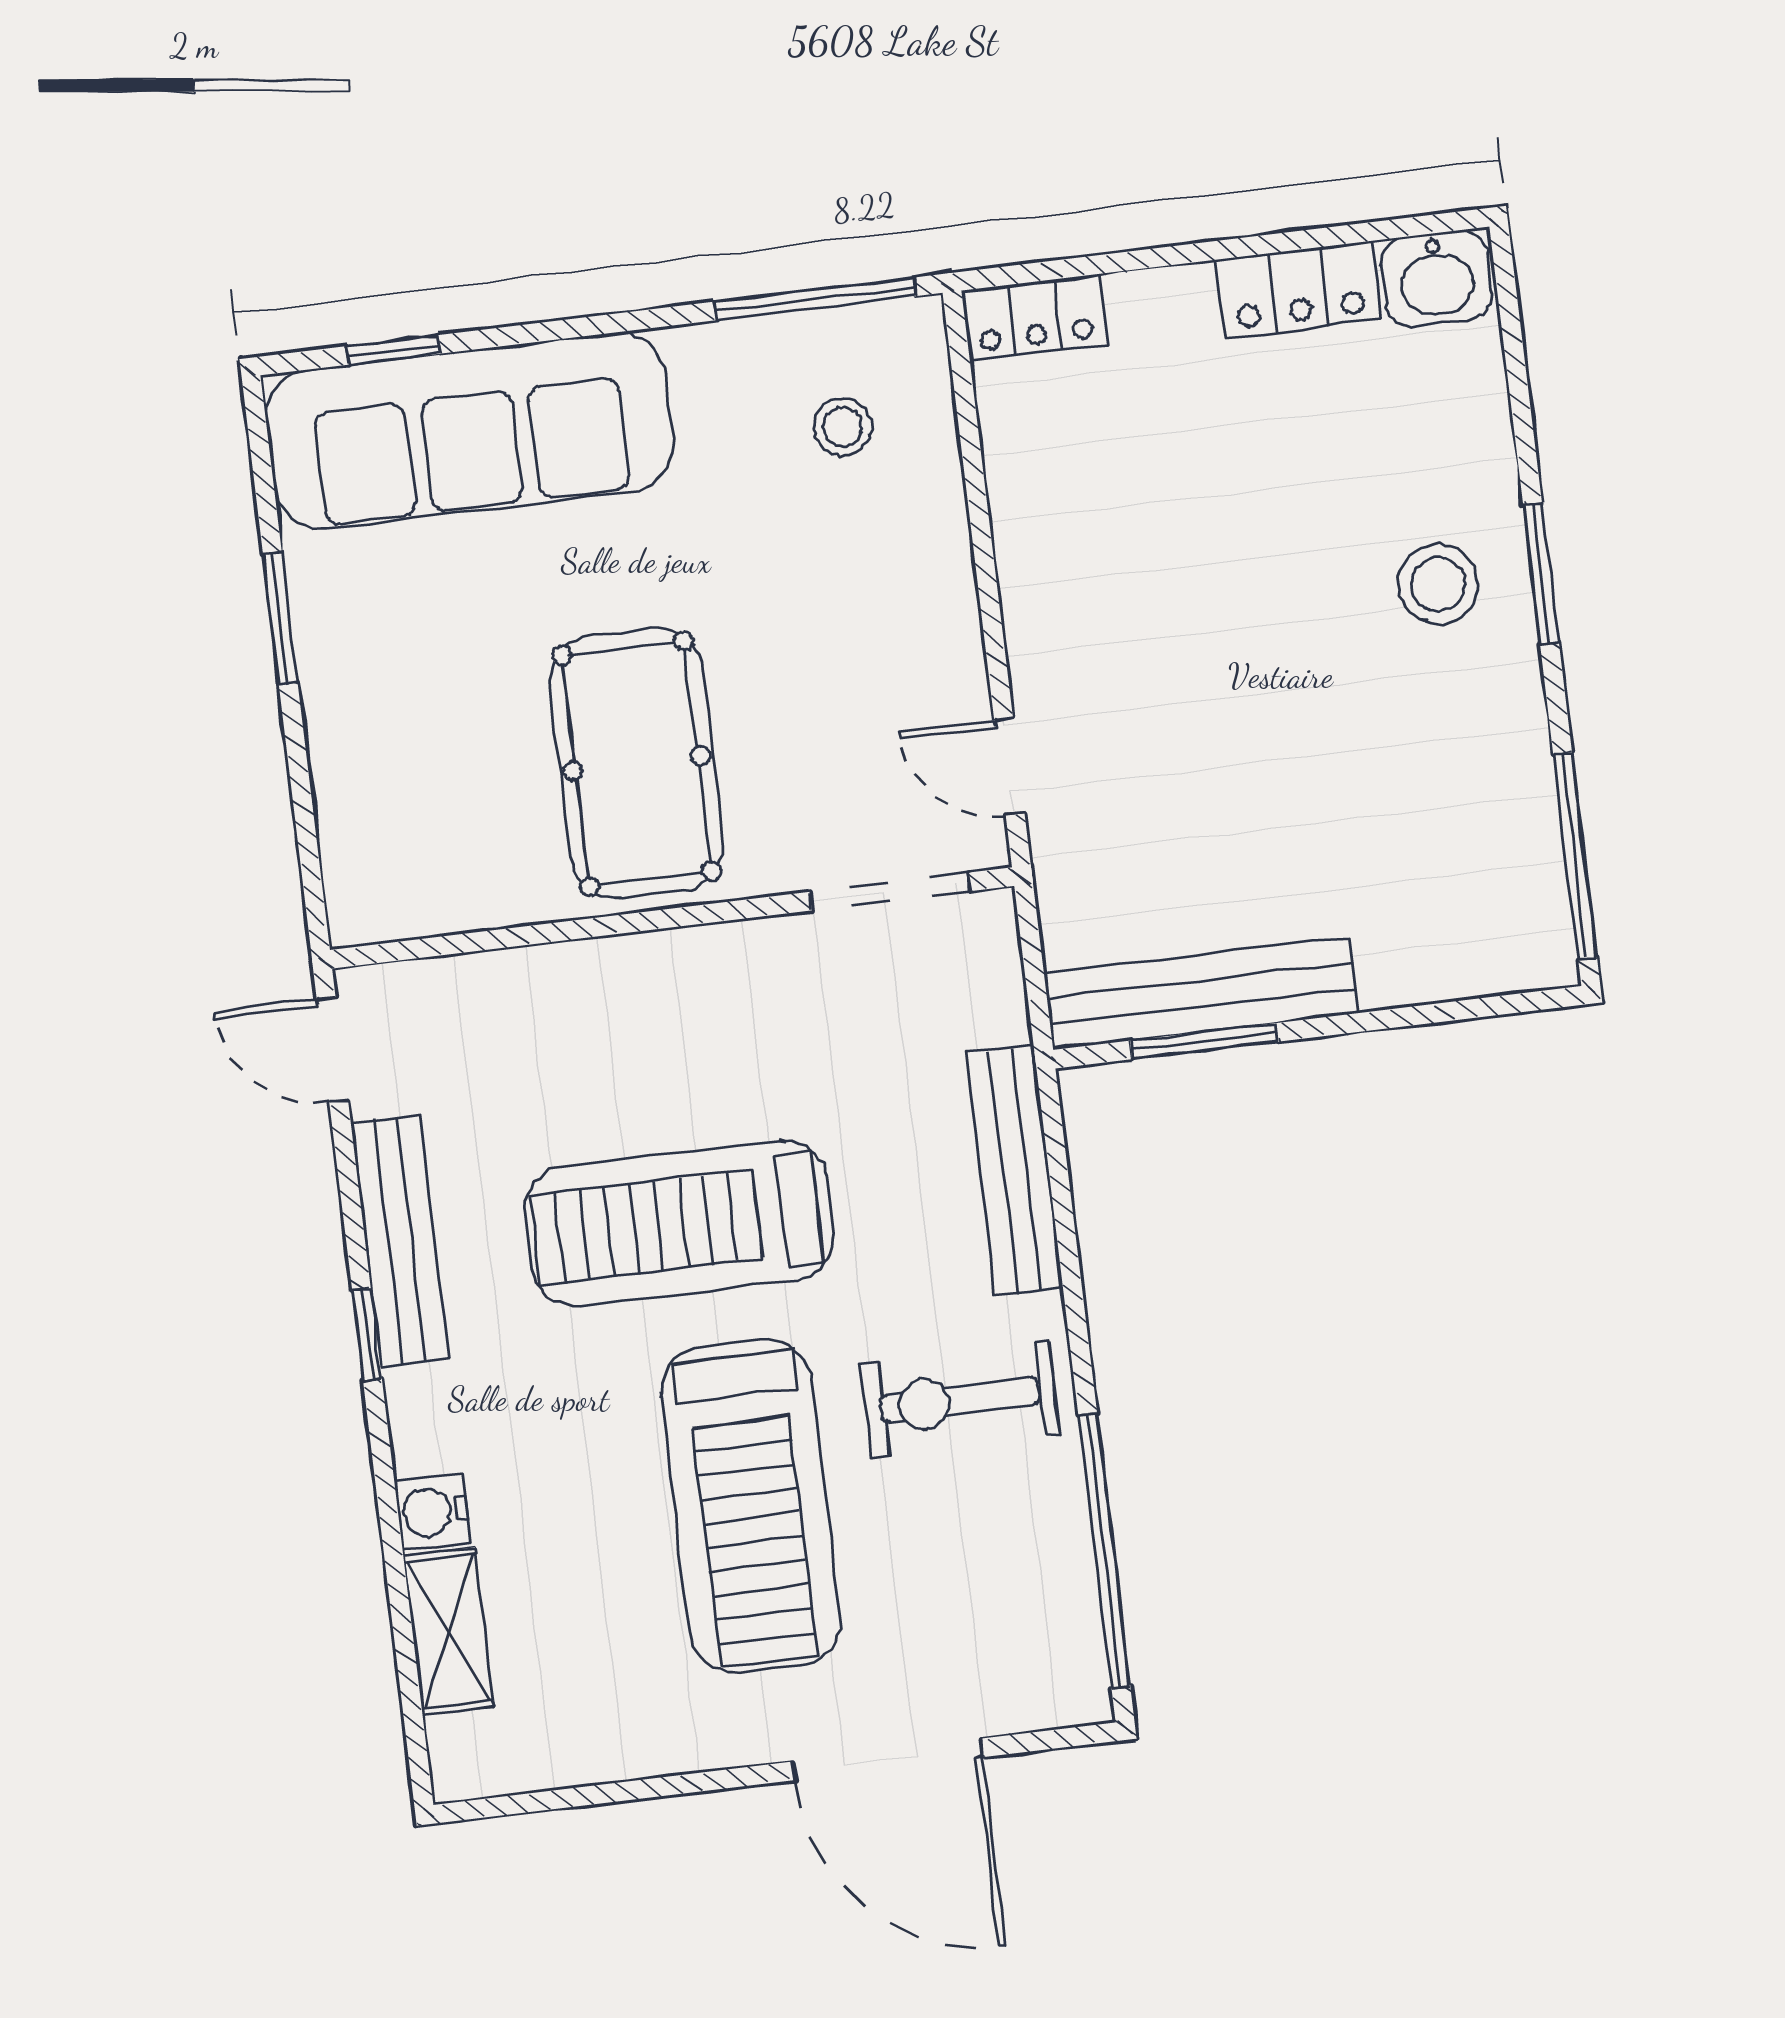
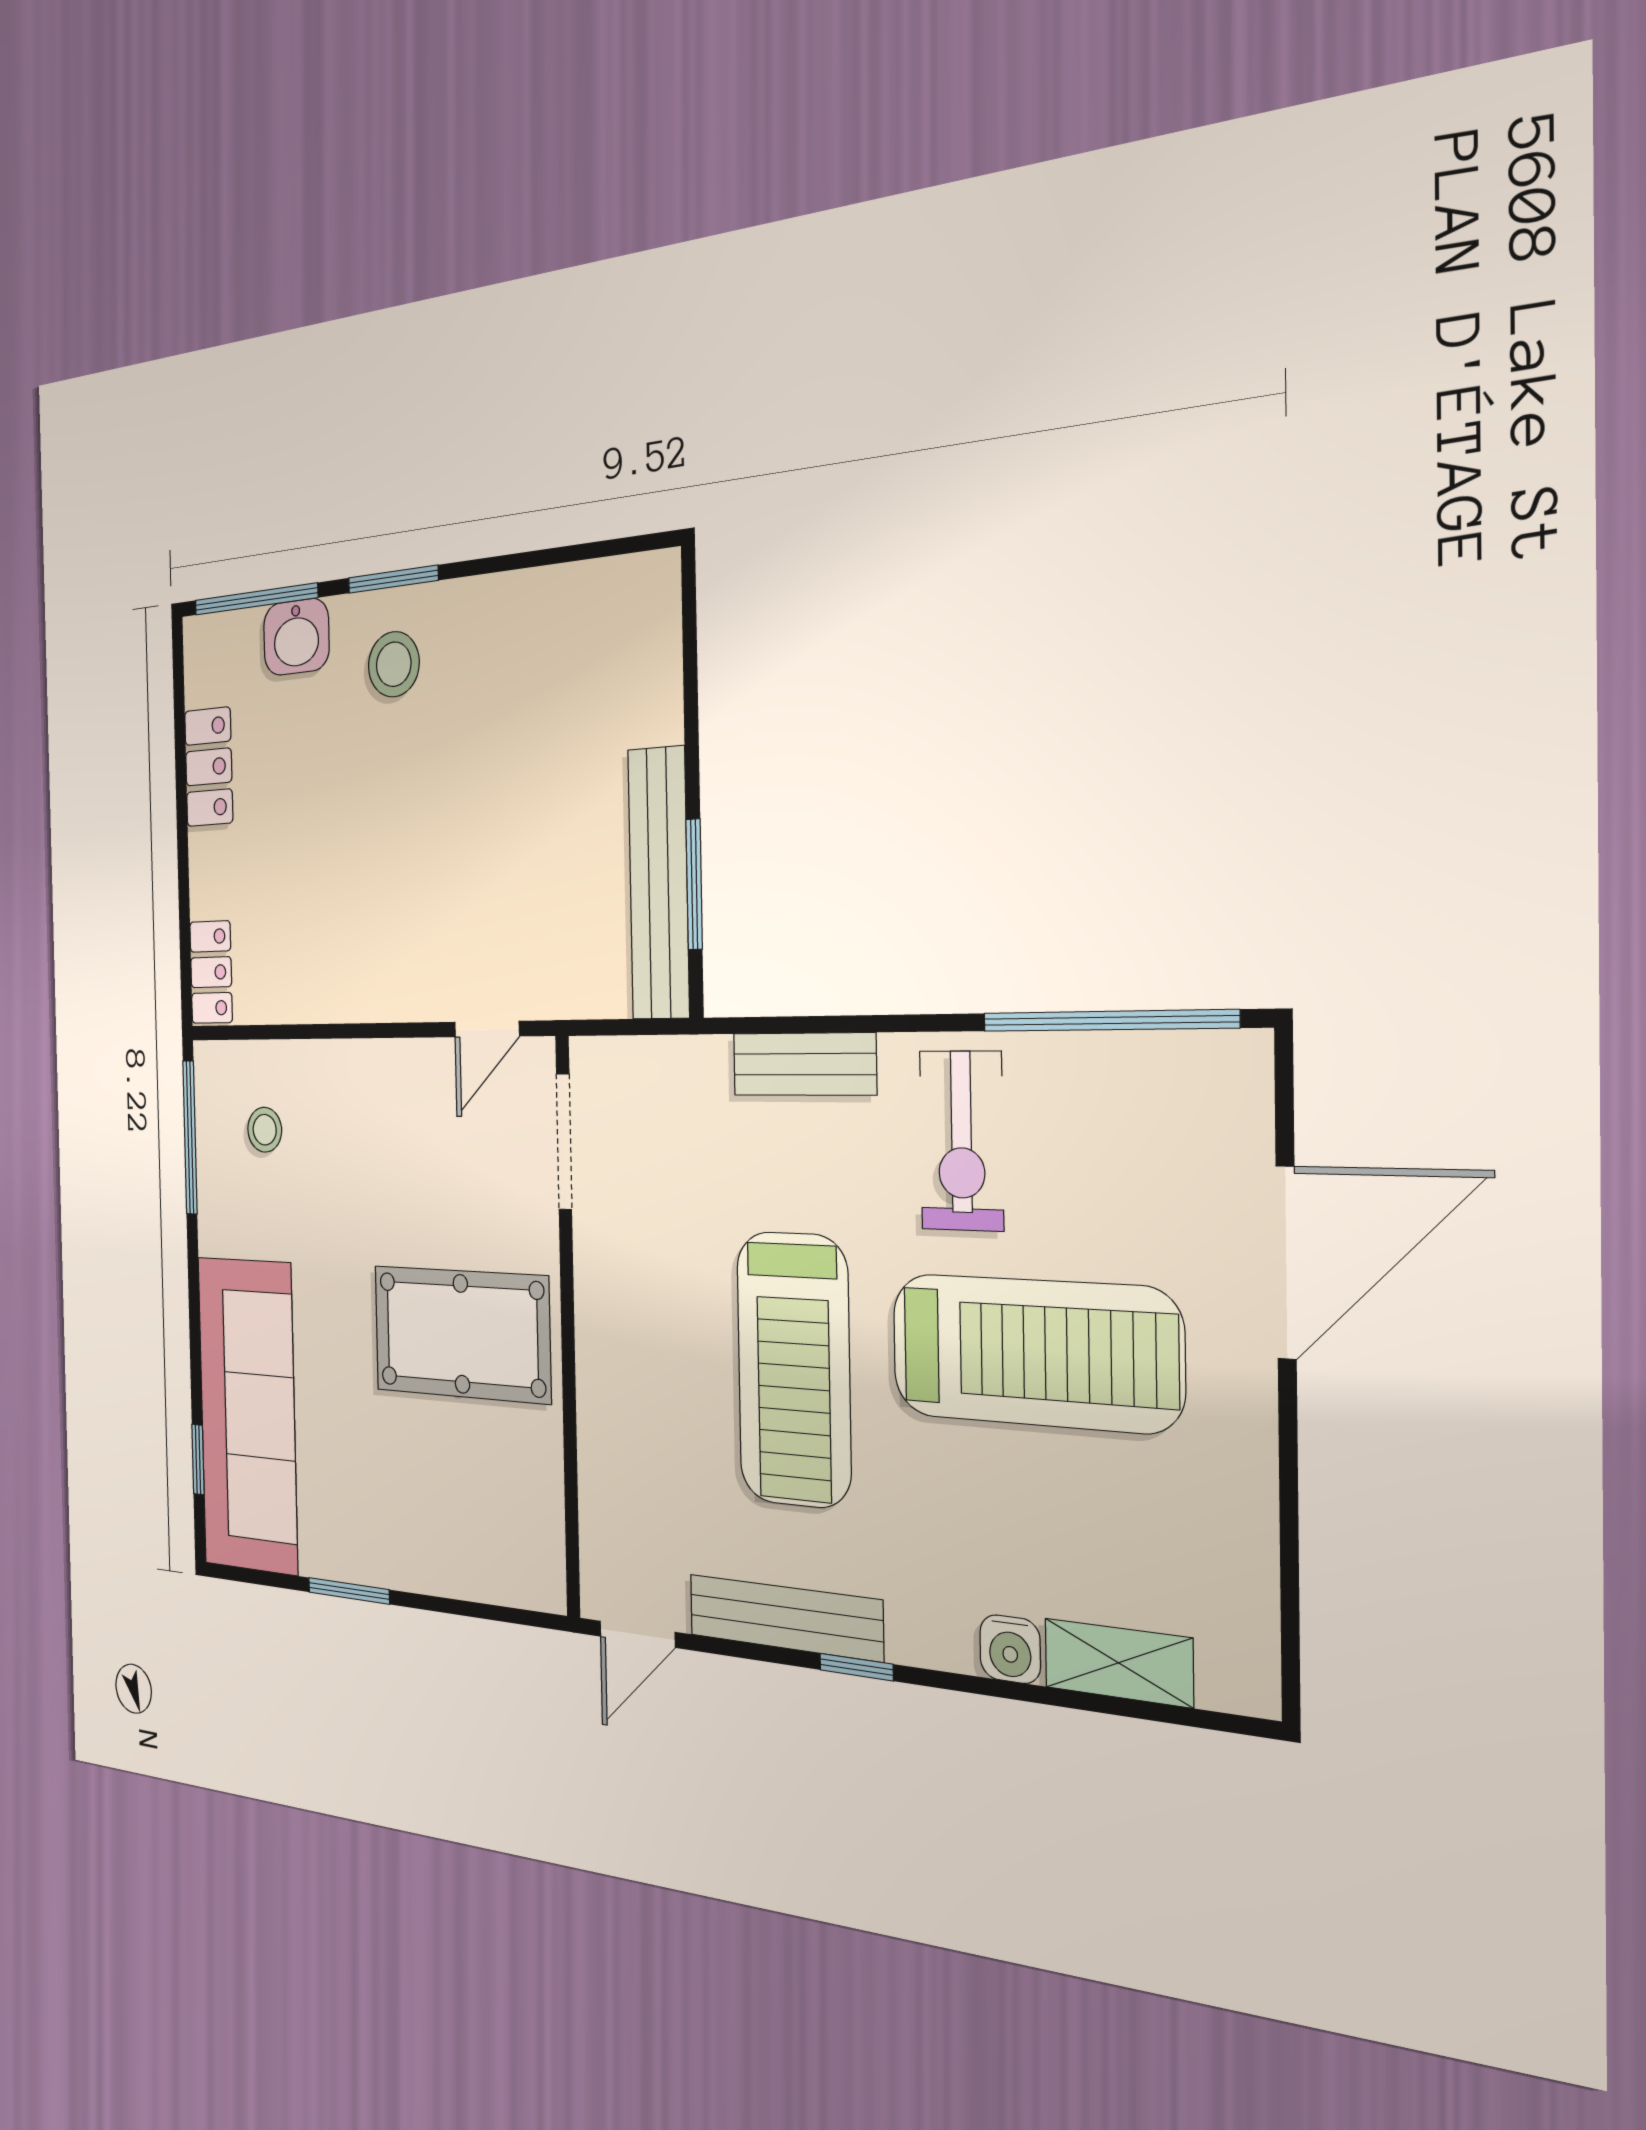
washbasin: (1436, 278) -> (296, 637), moved, turned 90
window: (1575, 856) -> (256, 599), moved
bench: (1014, 1170) -> (804, 1064), width x0.73

